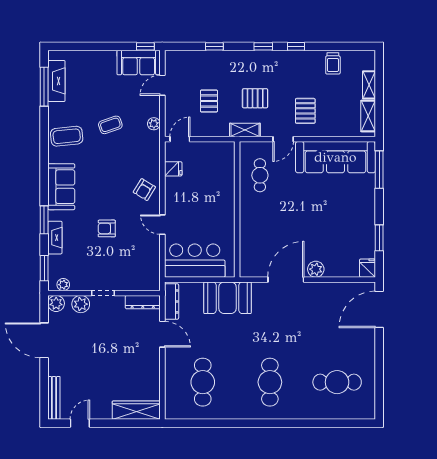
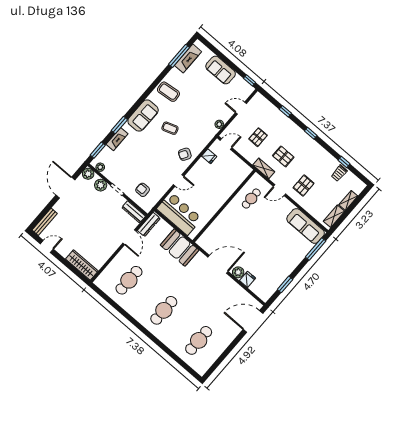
window: (296, 46) -> (344, 162), moved
sofa: (139, 63) -> (221, 70), moved
coffee table: (110, 125) -> (170, 128), moved
sofa: (335, 157) -> (306, 226), width x0.74, depth x0.79
door: (162, 225) -> (179, 180), swing flipped
armchair: (107, 228) -> (143, 190), moved
fridge: (367, 268) -> (248, 279), moved
cafe table: (337, 382) -> (199, 340), turned 90

